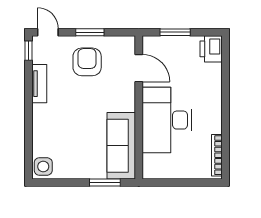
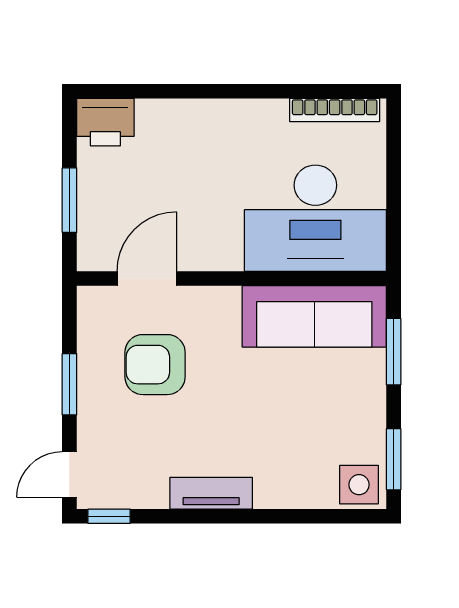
armchair: (87, 62) -> (155, 365), moved
tv unit: (39, 84) -> (211, 493), moved
desk: (167, 120) -> (315, 218), moved
window: (55, 182) -> (394, 459), added

